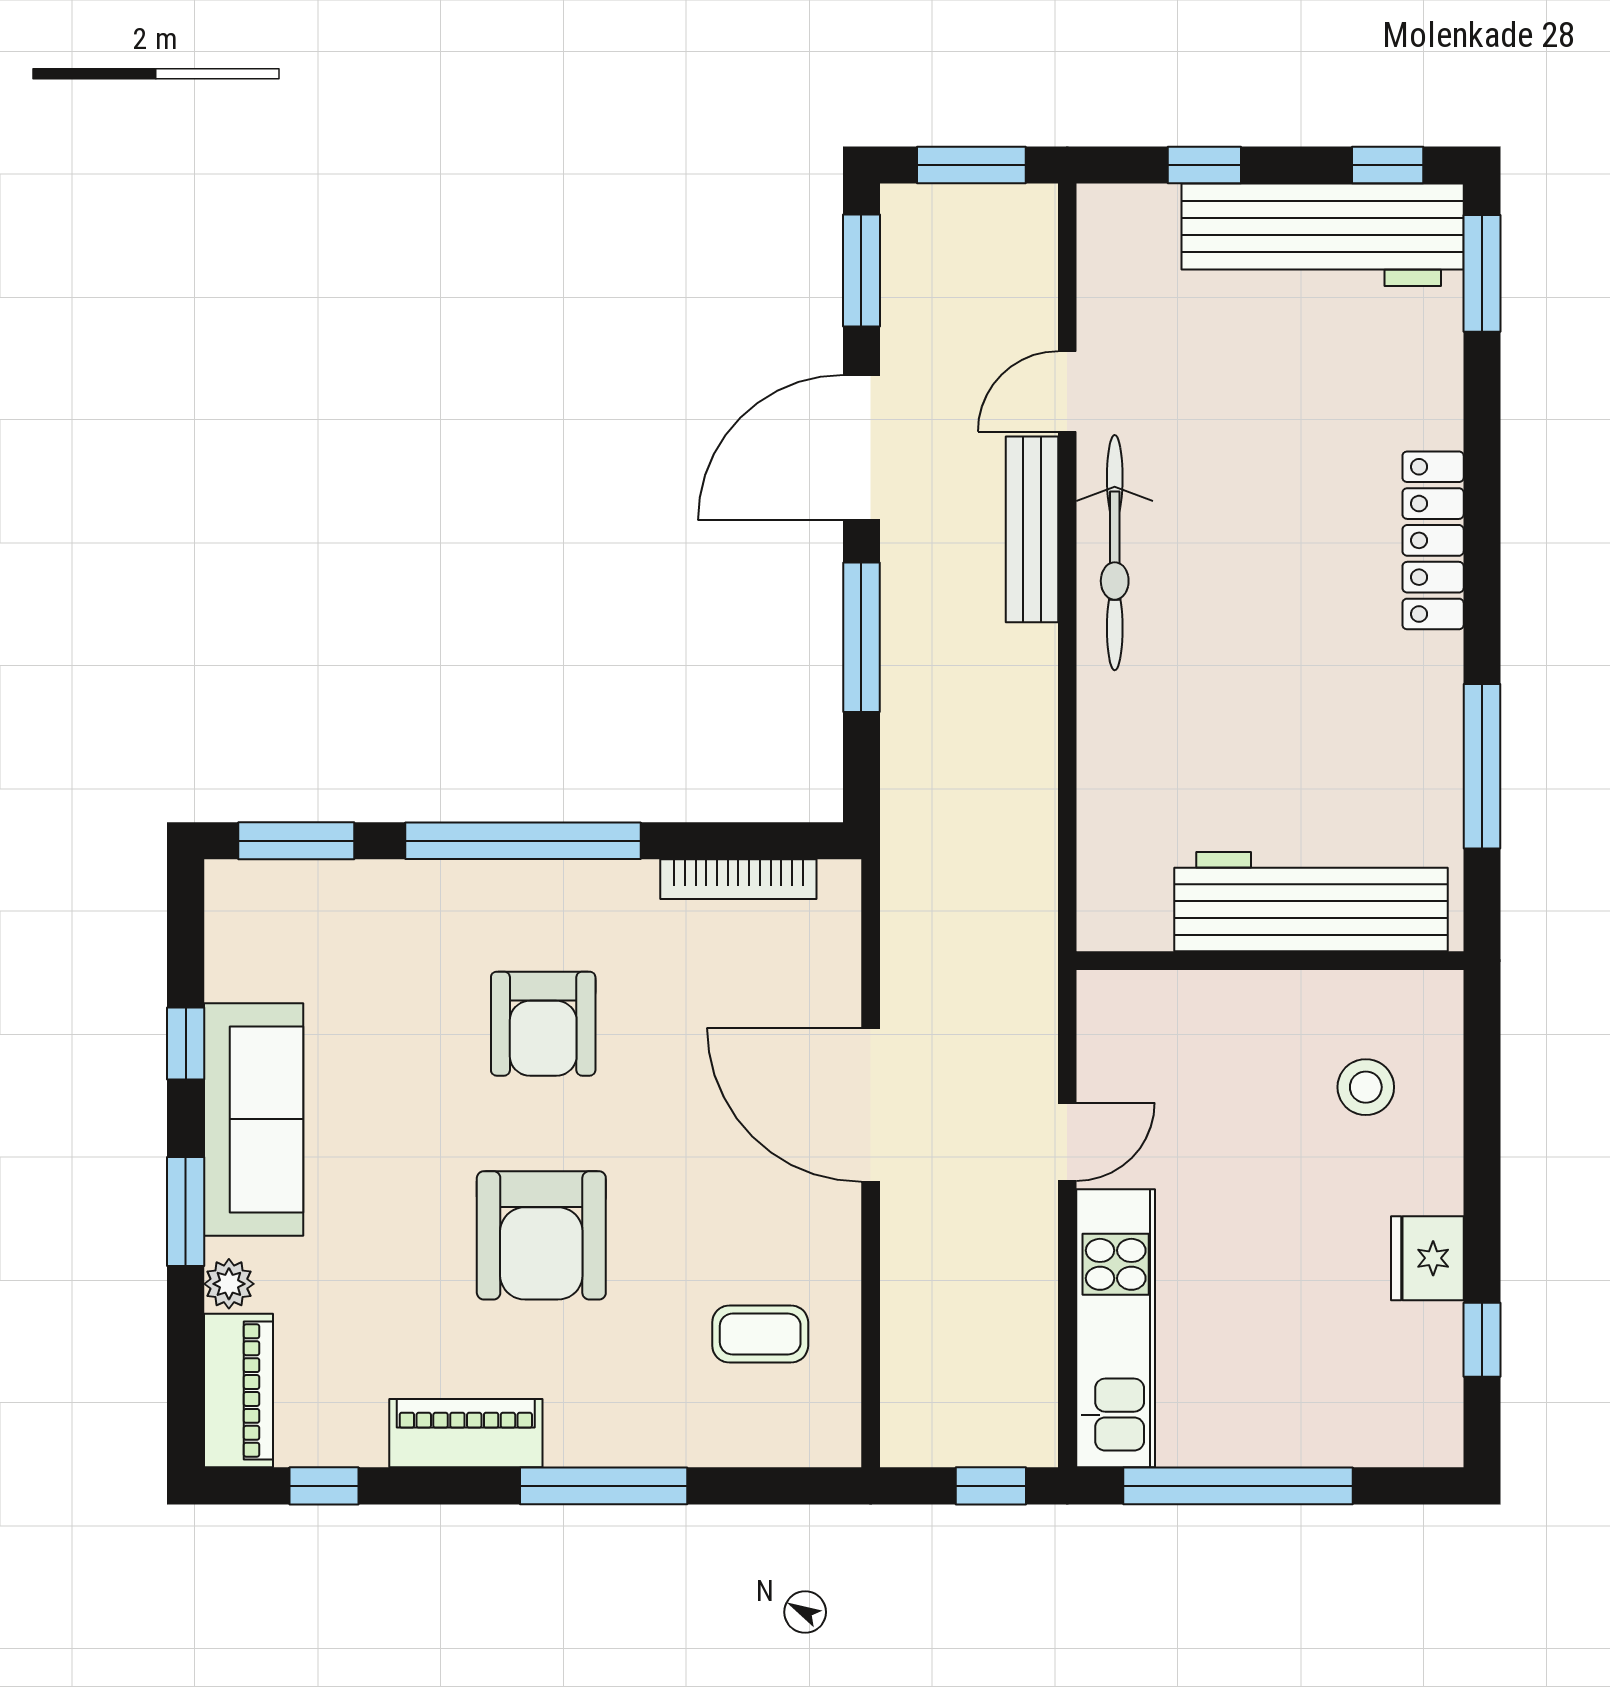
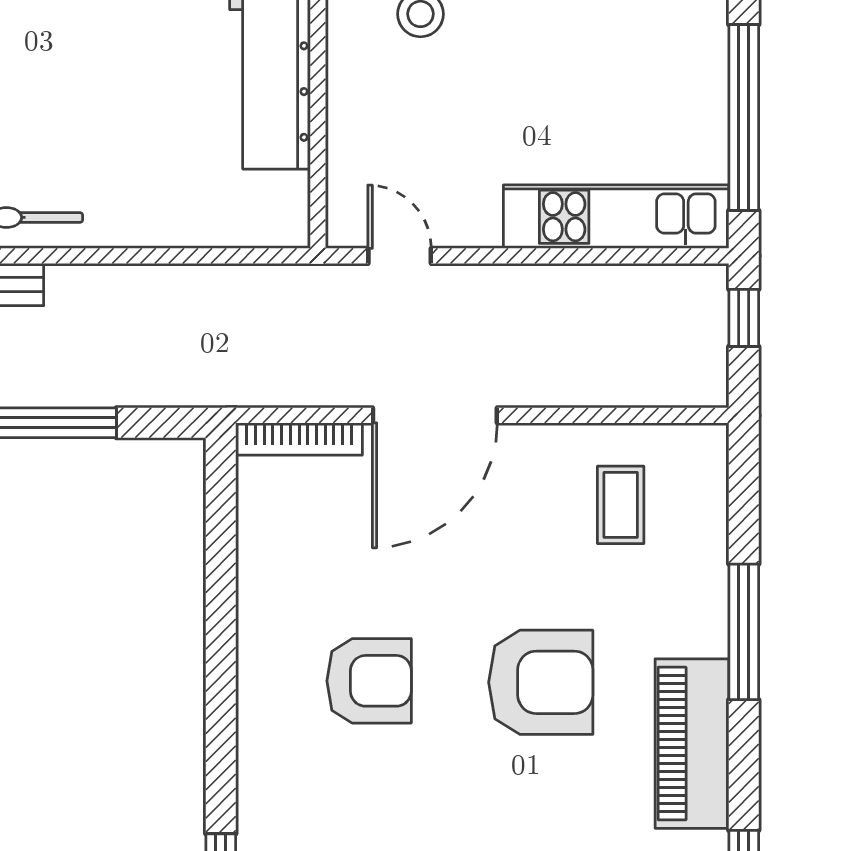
window: (523, 841) -> (221, 697), removed
bookcase: (738, 879) -> (299, 439), moved, turned 90
door: (1067, 1142) -> (400, 256), moved
piano: (466, 1433) -> (692, 744), width x1.37, depth x1.33

